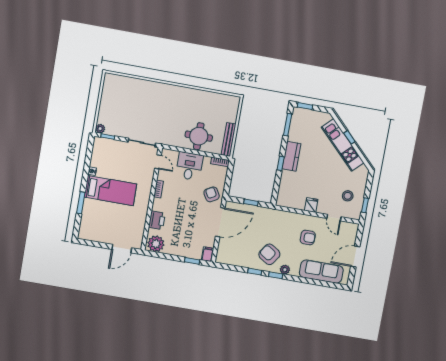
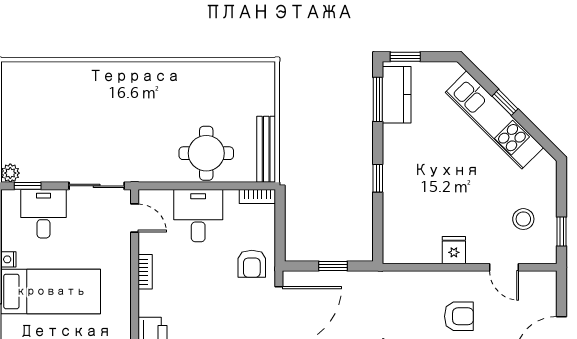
desk: (113, 152) -> (43, 214), added
kitchen counter: (291, 156) -> (397, 95), moved
armchair: (212, 194) -> (252, 264), turned -151

